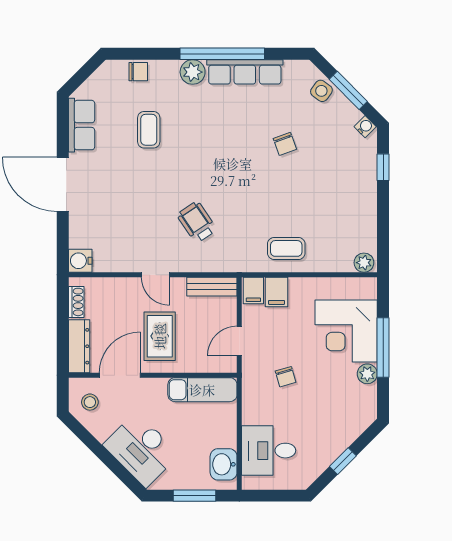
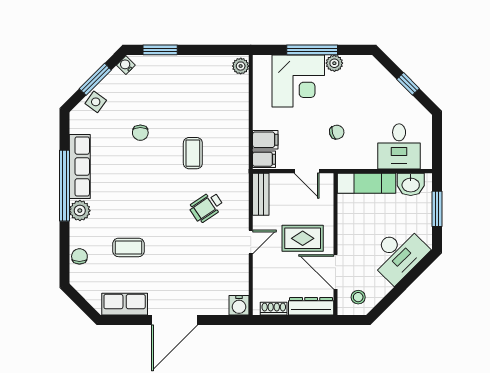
chair: (285, 144) -> (140, 133), turned 110
window: (383, 167) -> (160, 50), width x1.50
coffee table: (286, 248) -> (193, 153), moved
exam couch: (202, 390) -> (367, 183), moved, turned 90

